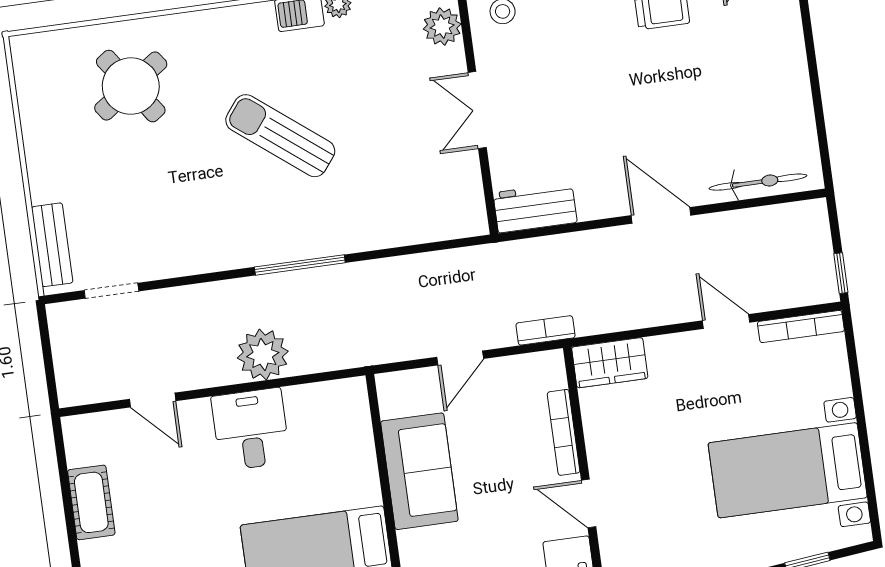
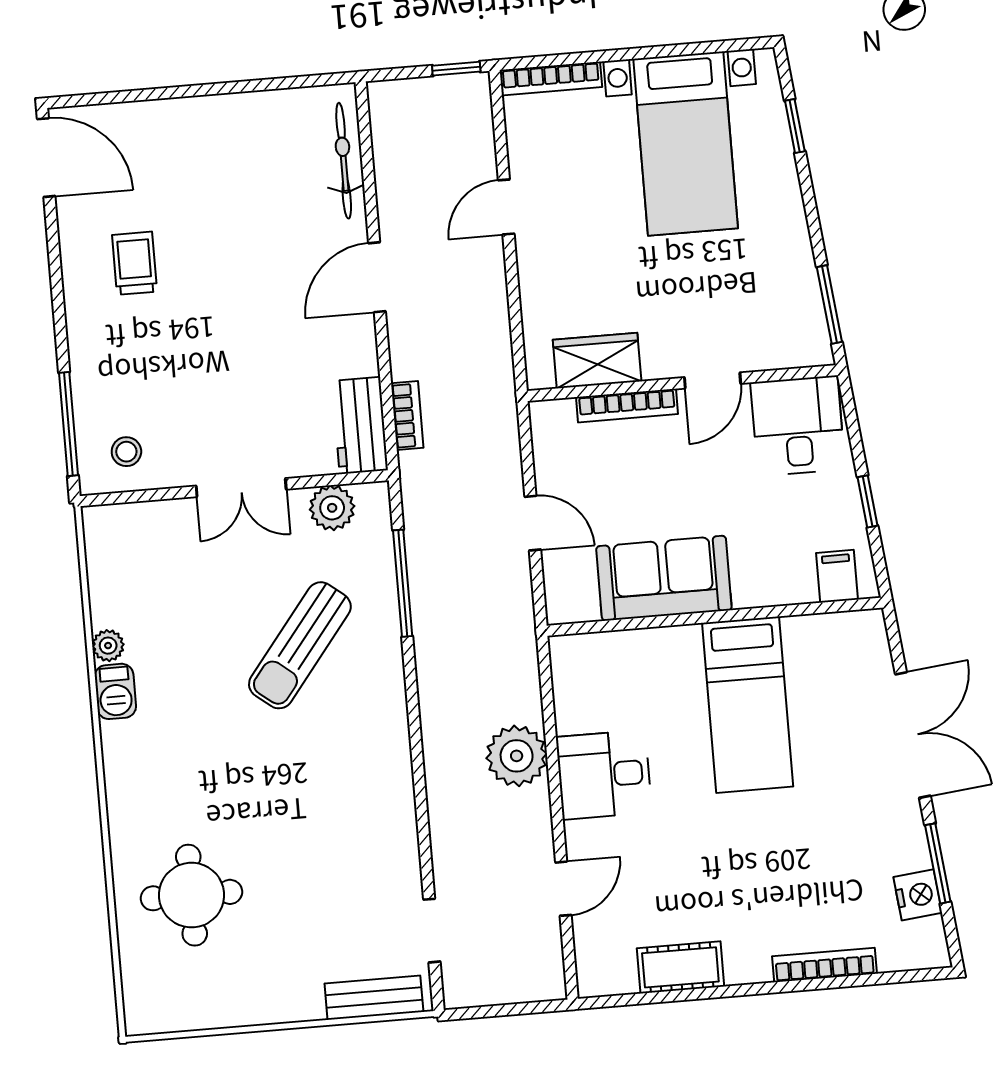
plant: (442, 27) -> (332, 508), moved
round table: (131, 86) -> (191, 895), turned 35
sun lounger: (280, 136) -> (300, 645), moved
window: (300, 265) -> (403, 583), moved
bookcase: (801, 327) -> (551, 79), moved, turned 90
bookcase: (546, 330) -> (407, 416), moved, turned 180
wardrobe: (610, 363) -> (597, 361), moved, turned -90

